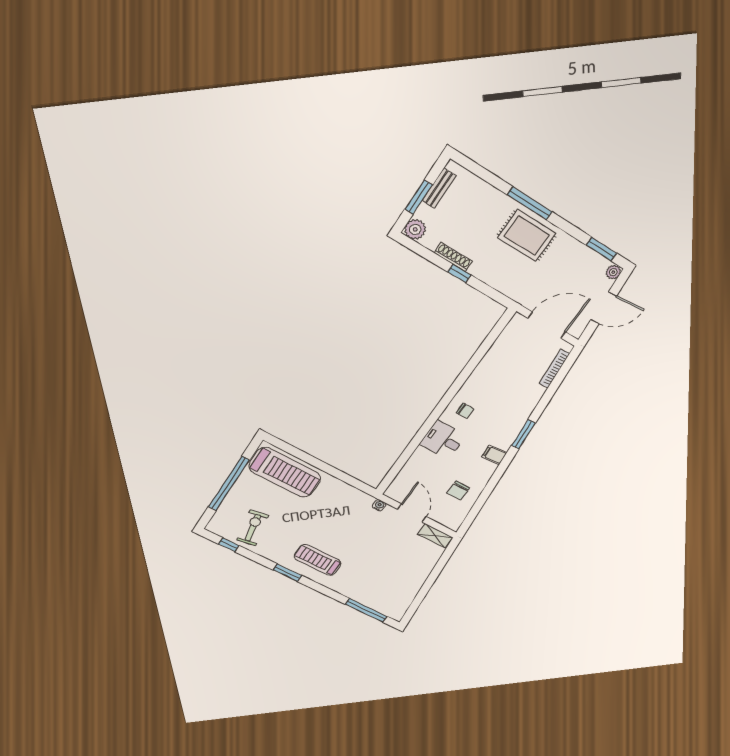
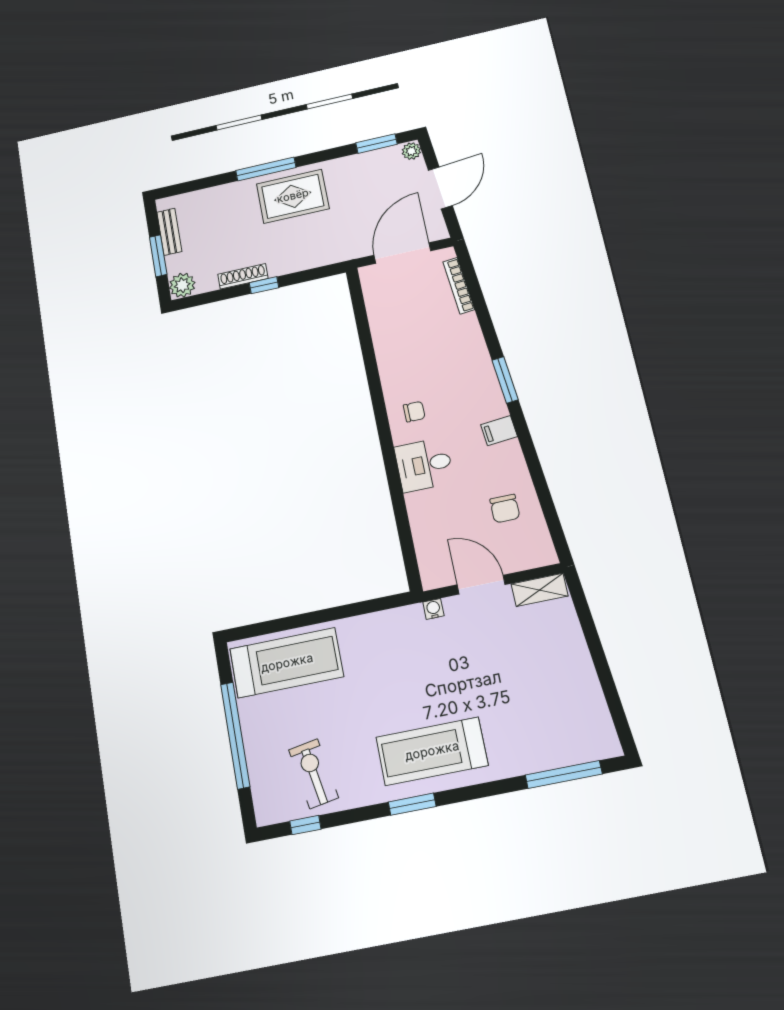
treadmill: (318, 560) -> (432, 751), width x1.37, depth x1.38

